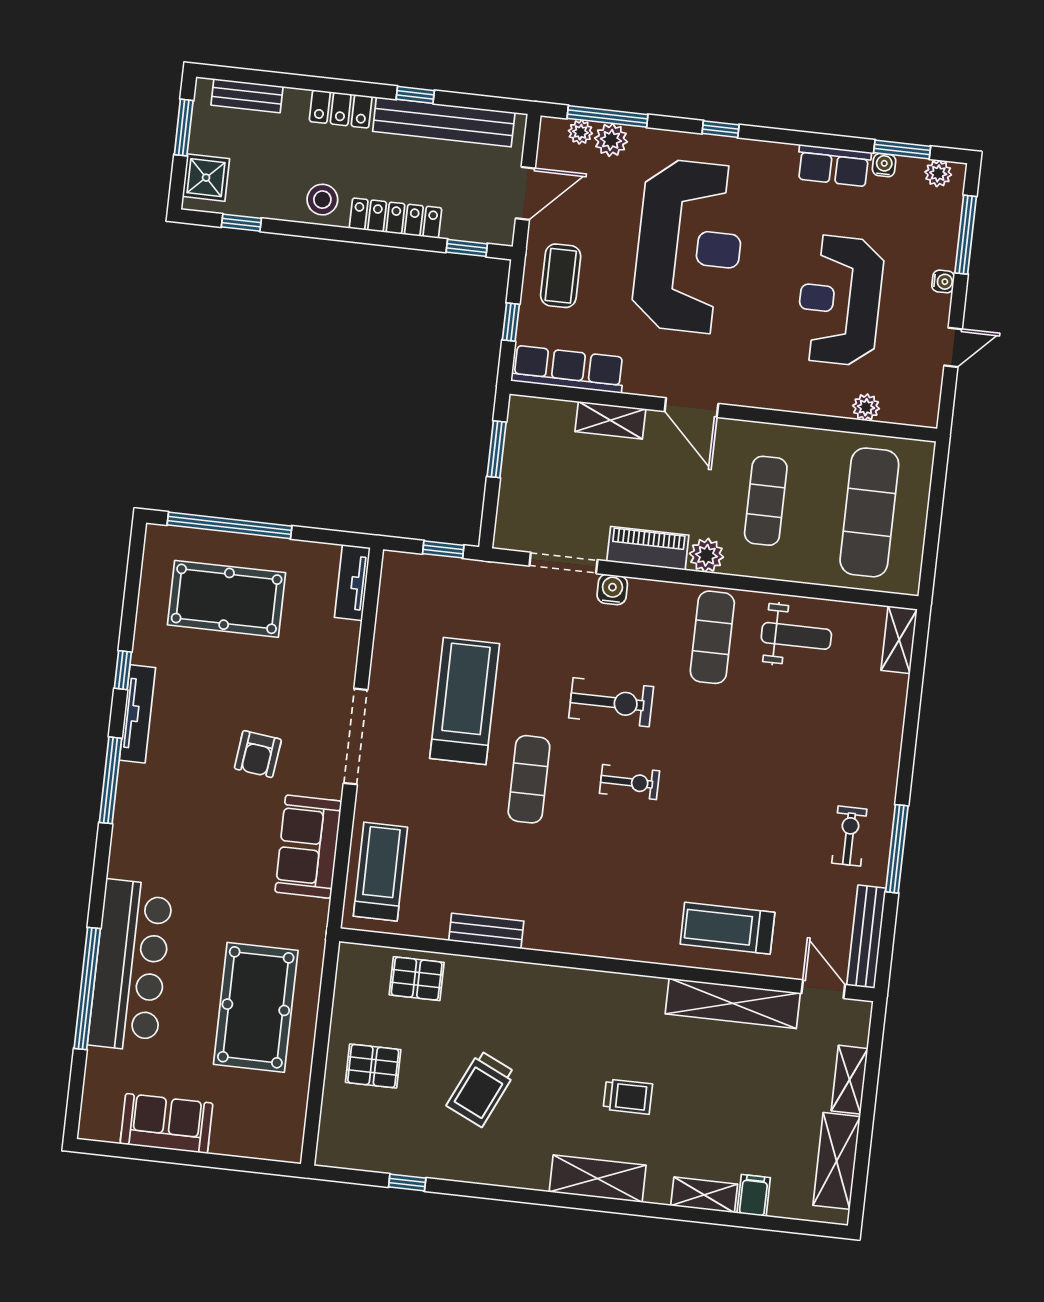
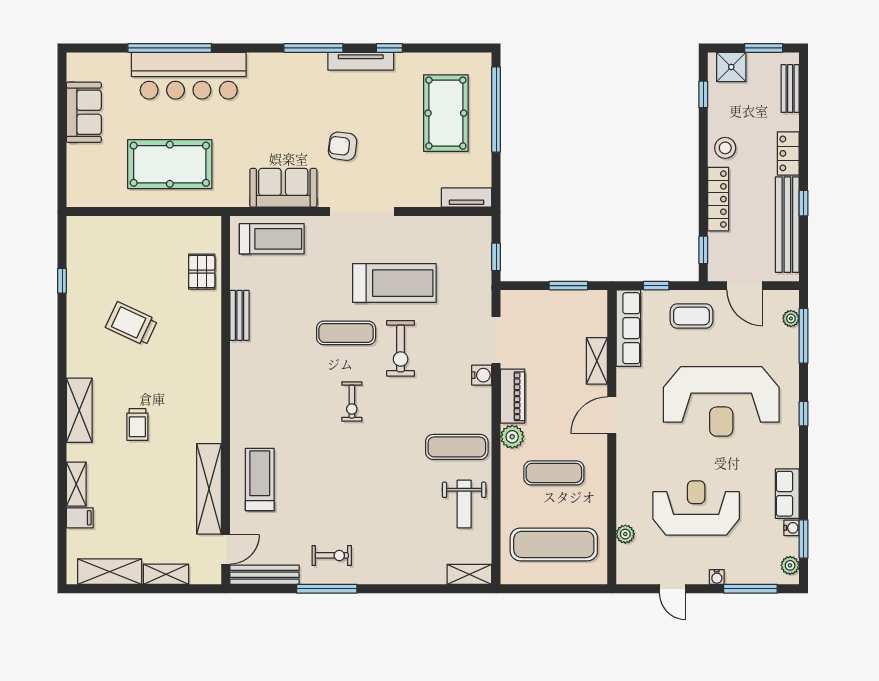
plant: (611, 140) -> (788, 340), removed
exercise bike: (611, 702) -> (401, 348), moved
pallet: (373, 1066) -> (139, 249), removed

